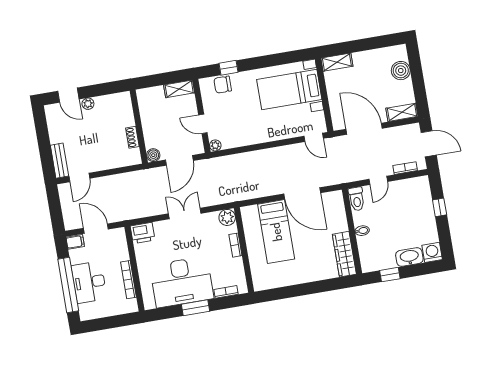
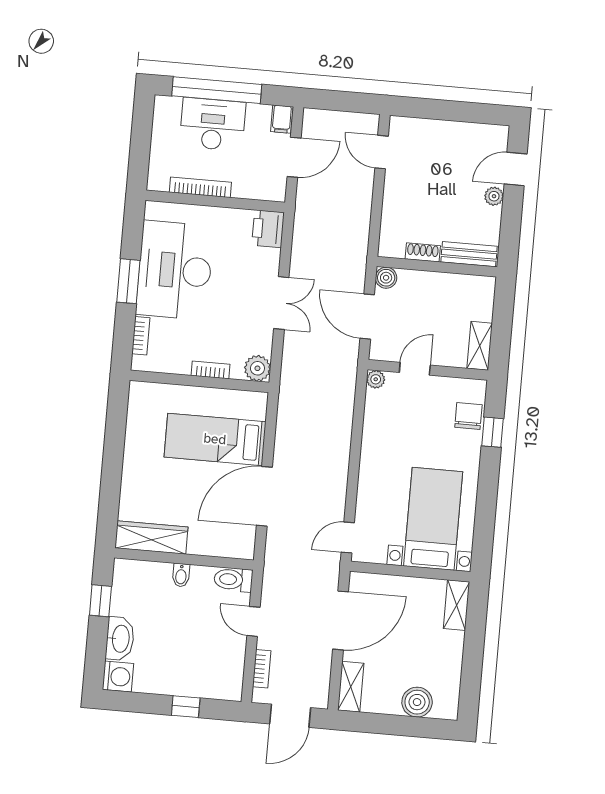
bench: (59, 161) -> (469, 254), moved

